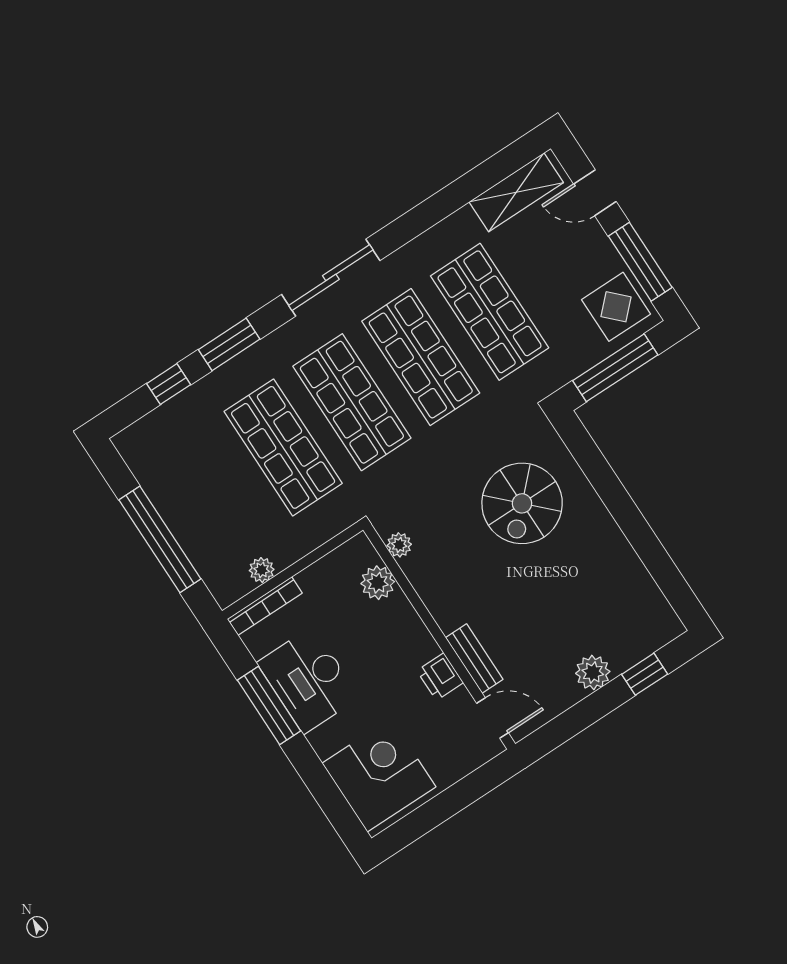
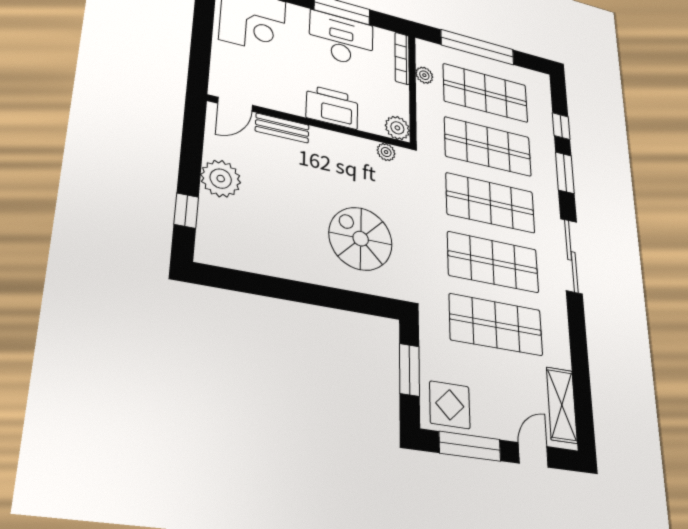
window: (615, 368) -> (409, 370), width x0.69
shop shelf: (214, 493) -> (486, 93), added
plant: (378, 583) -> (397, 128), moved
plant: (593, 672) -> (221, 179), width x1.36, depth x1.36
printer: (440, 677) -> (332, 107), moved, width x1.87, depth x1.48

